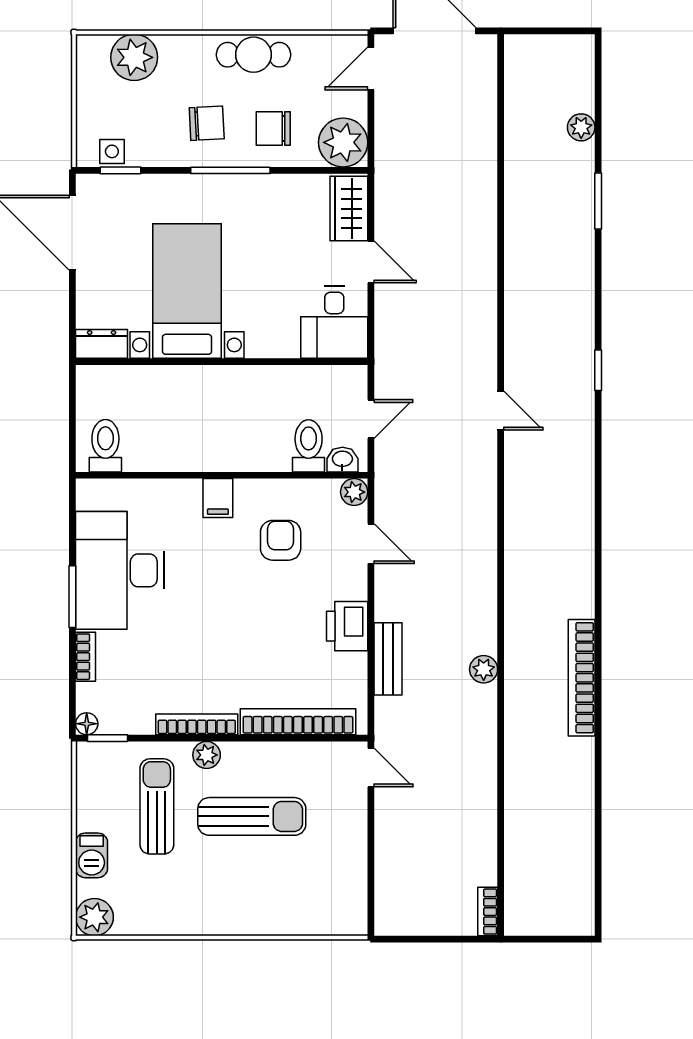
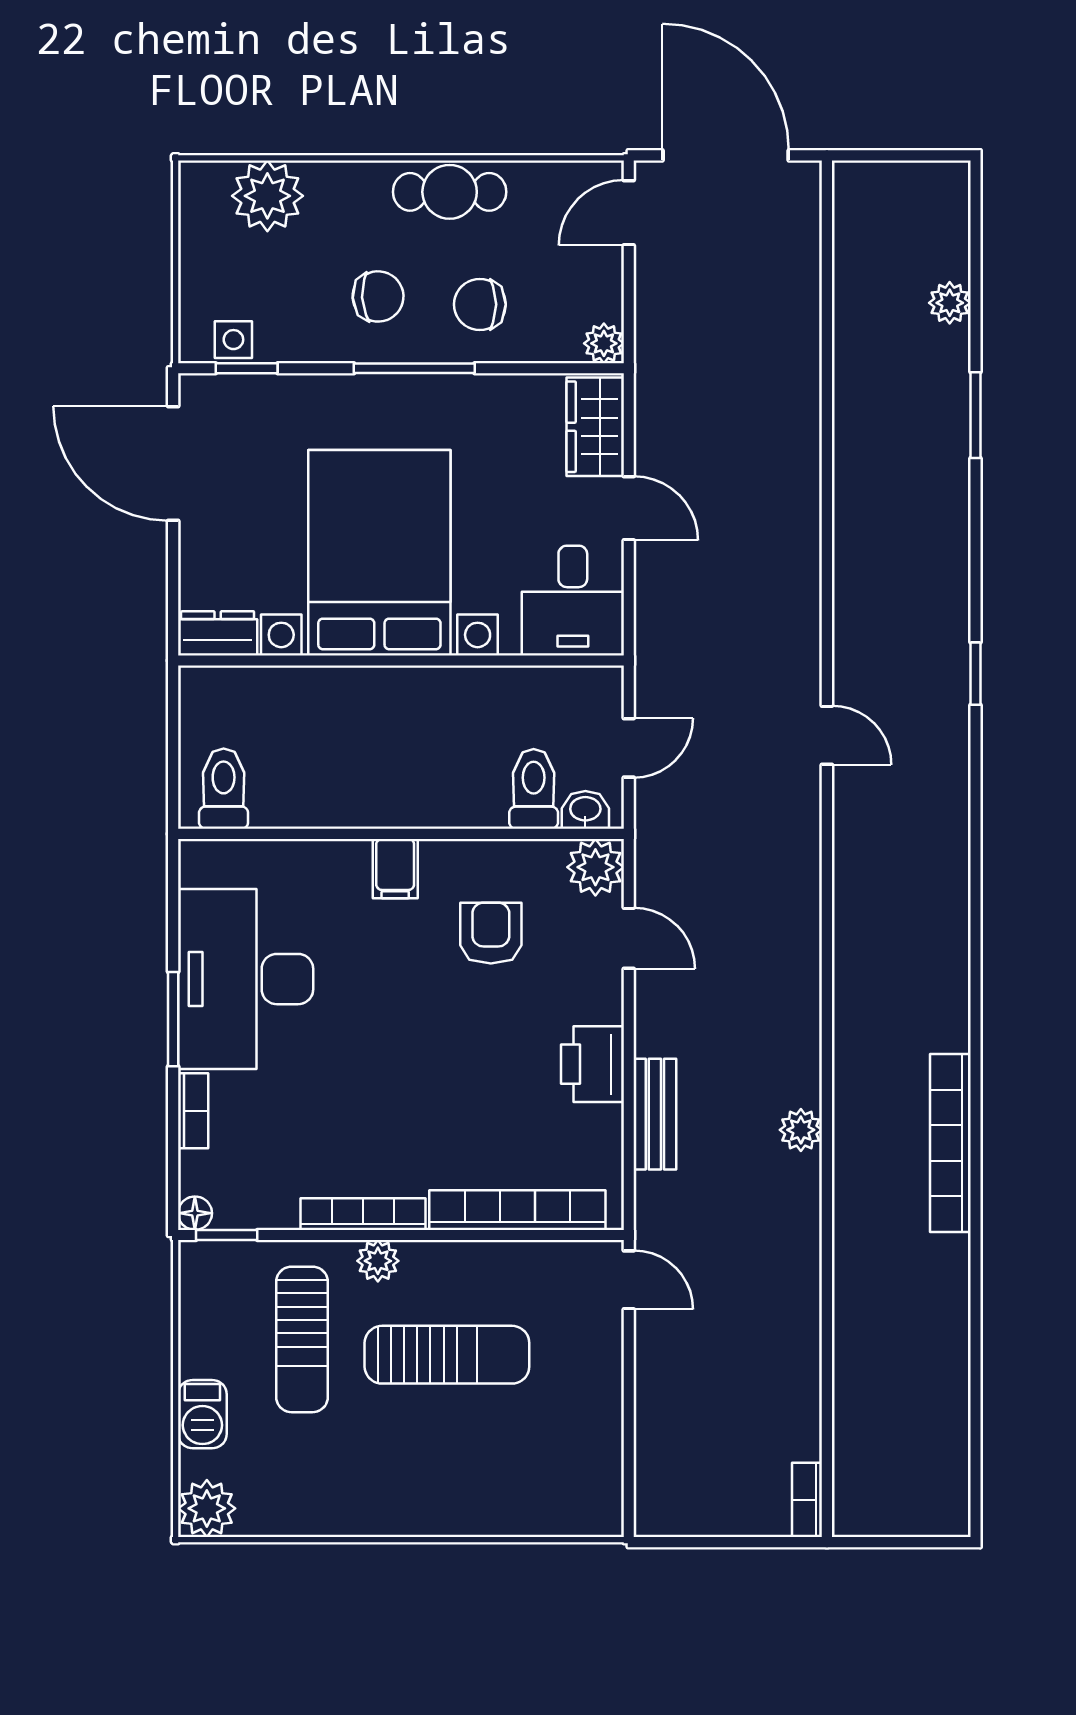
plant: (343, 142) -> (604, 343), width x0.53, depth x0.53
bed with nightstands: (187, 291) -> (379, 553), width x1.36
plant: (354, 492) -> (595, 867), width x1.38, depth x1.38
sun lounger: (157, 806) -> (302, 1339), turned 180

